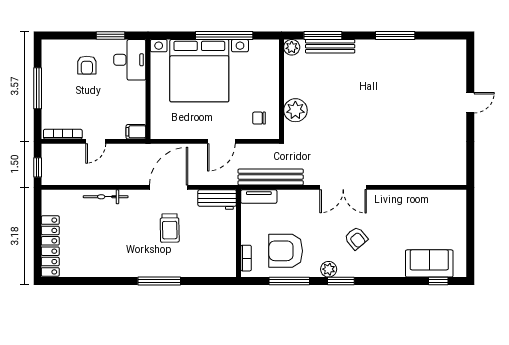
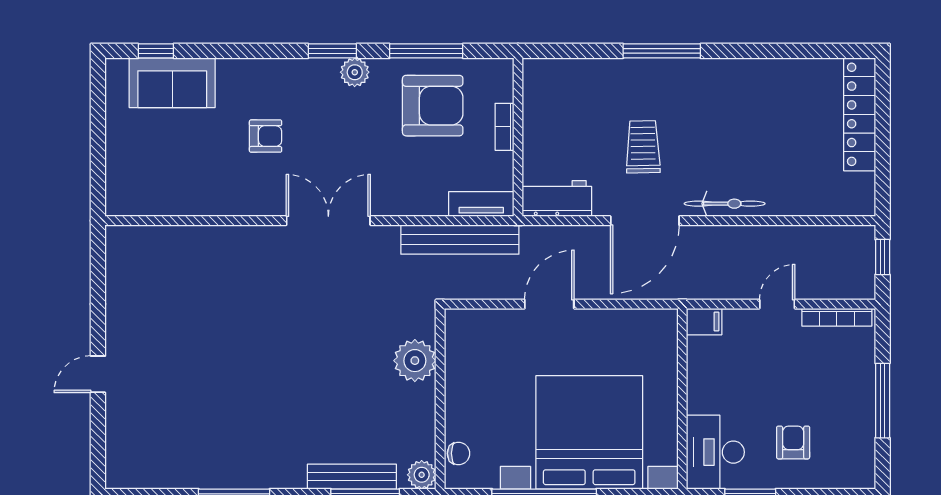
chair: (259, 118) -> (459, 453), moved
bicycle: (106, 197) -> (725, 204), moved
armchair: (356, 238) -> (266, 136), moved, turned 130
bookcase: (246, 258) -> (504, 127), moved

